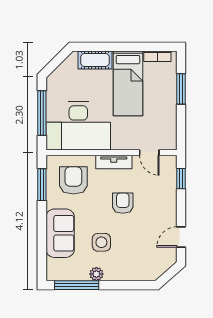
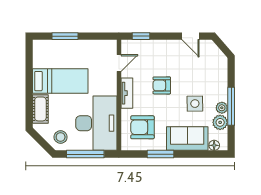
bookcase: (157, 56) -> (37, 56), removed
stool: (62, 84) -> (61, 137), added
window: (42, 185) -> (160, 154), moved
floor lamp: (52, 265) -> (214, 145), added
plant: (79, 272) -> (220, 122), added
window: (77, 285) -> (231, 106), moved

